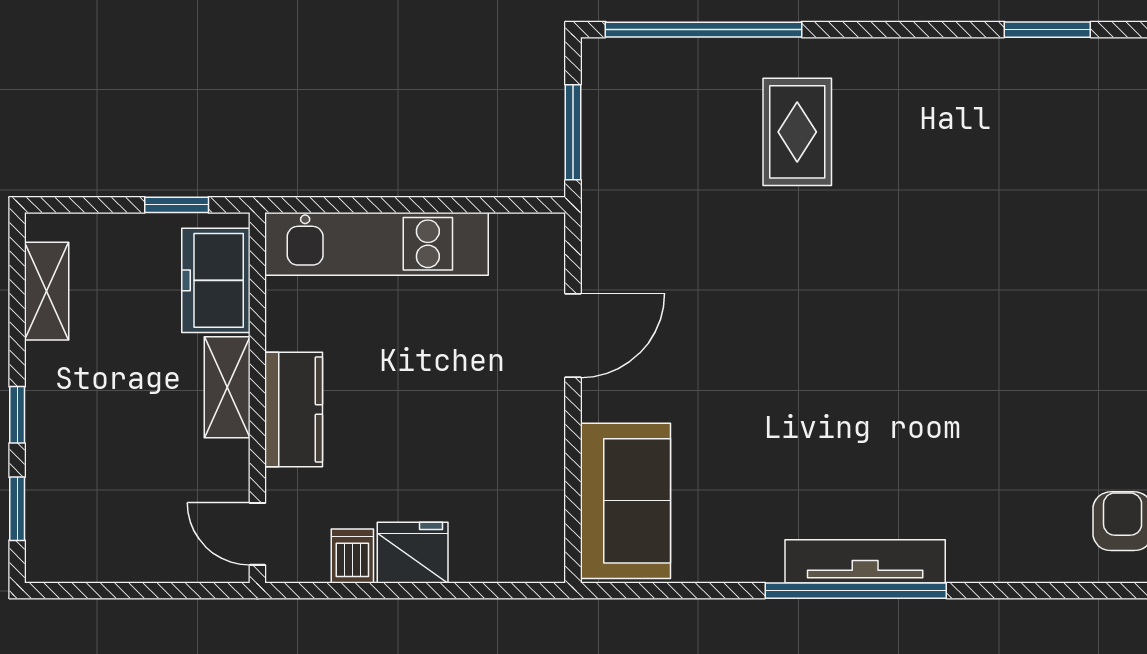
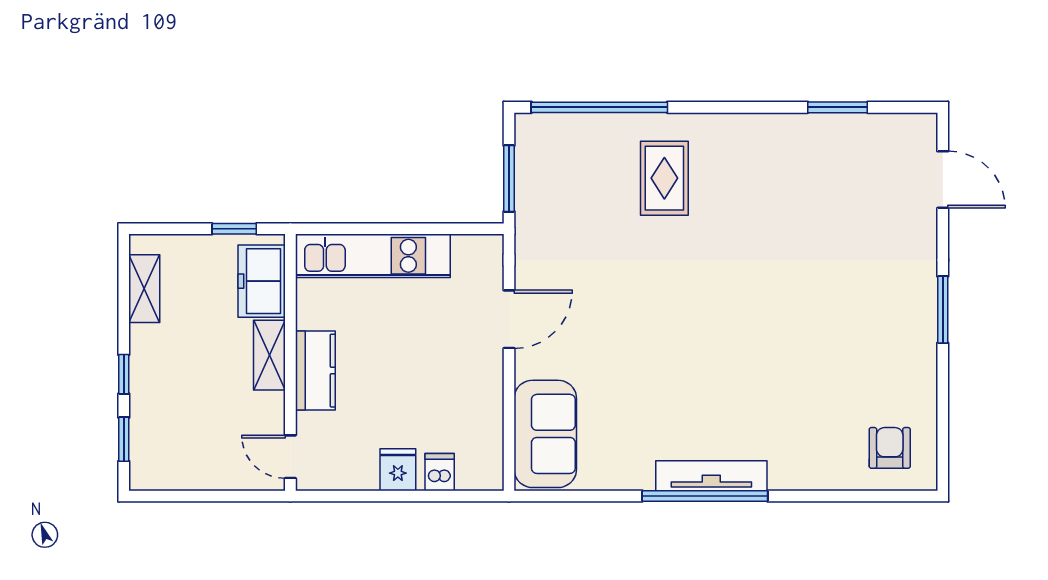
fridge: (413, 553) -> (398, 470), width x0.72
dishwasher: (352, 556) -> (440, 472), moved

